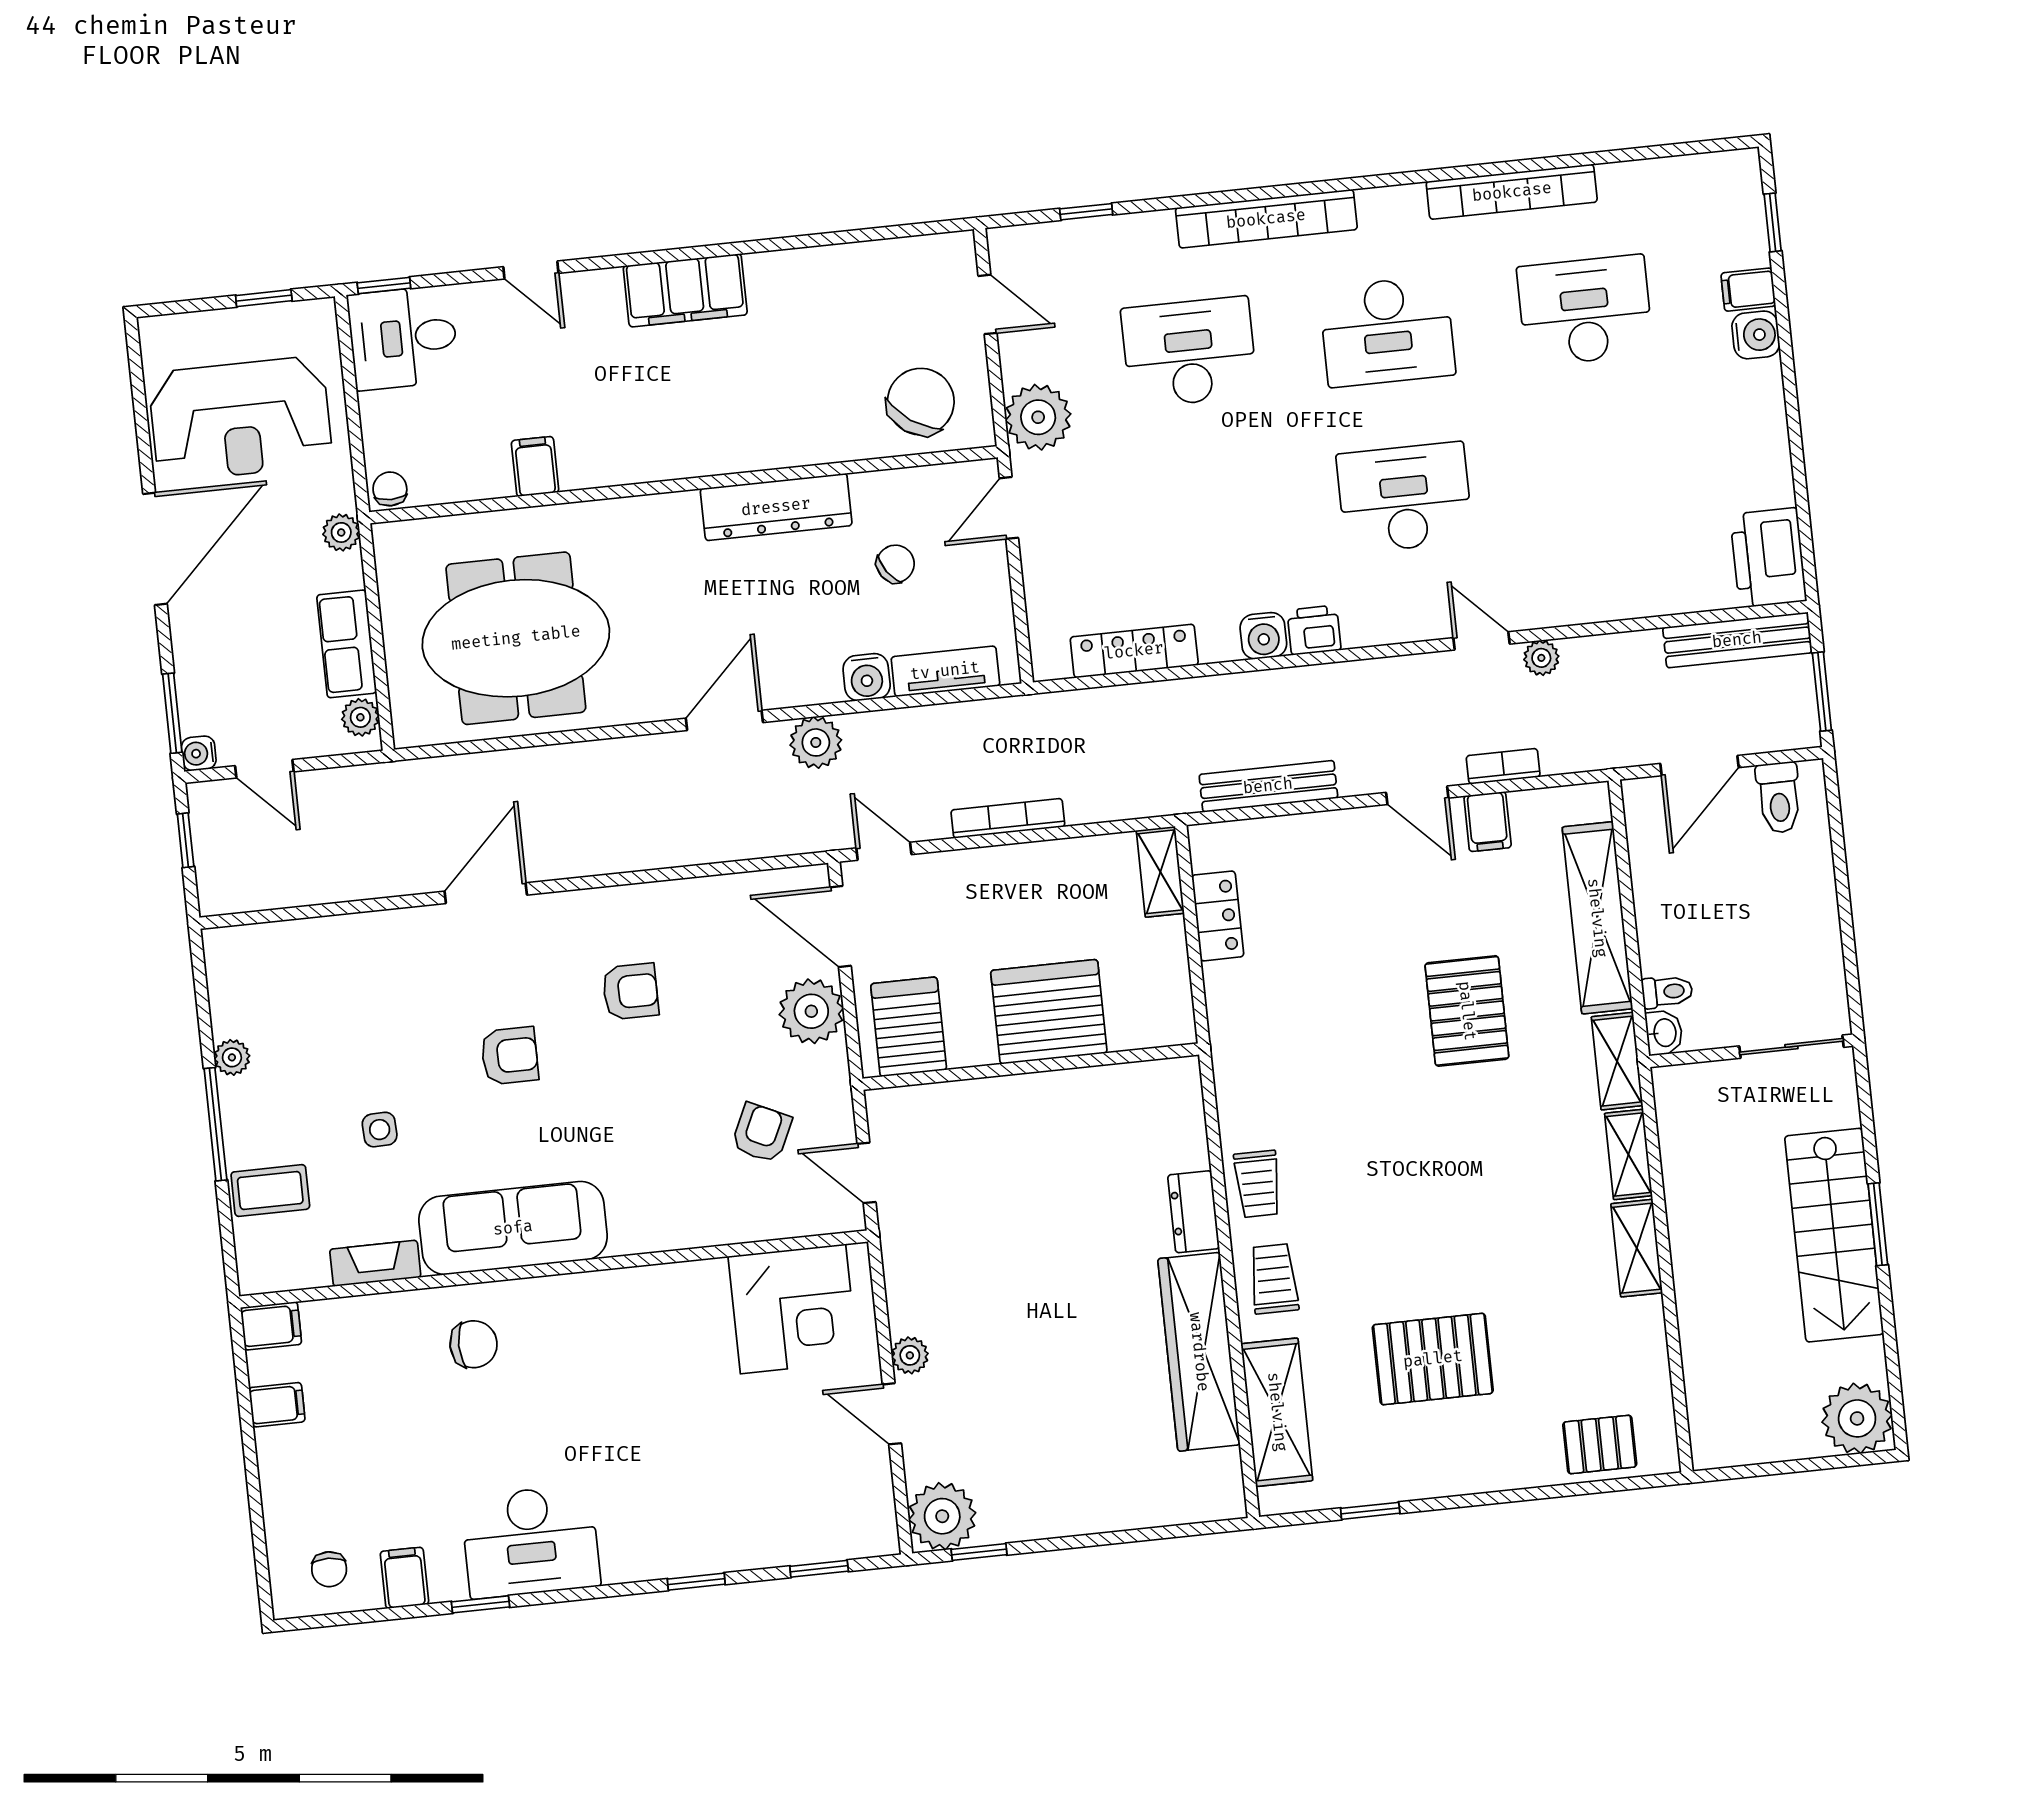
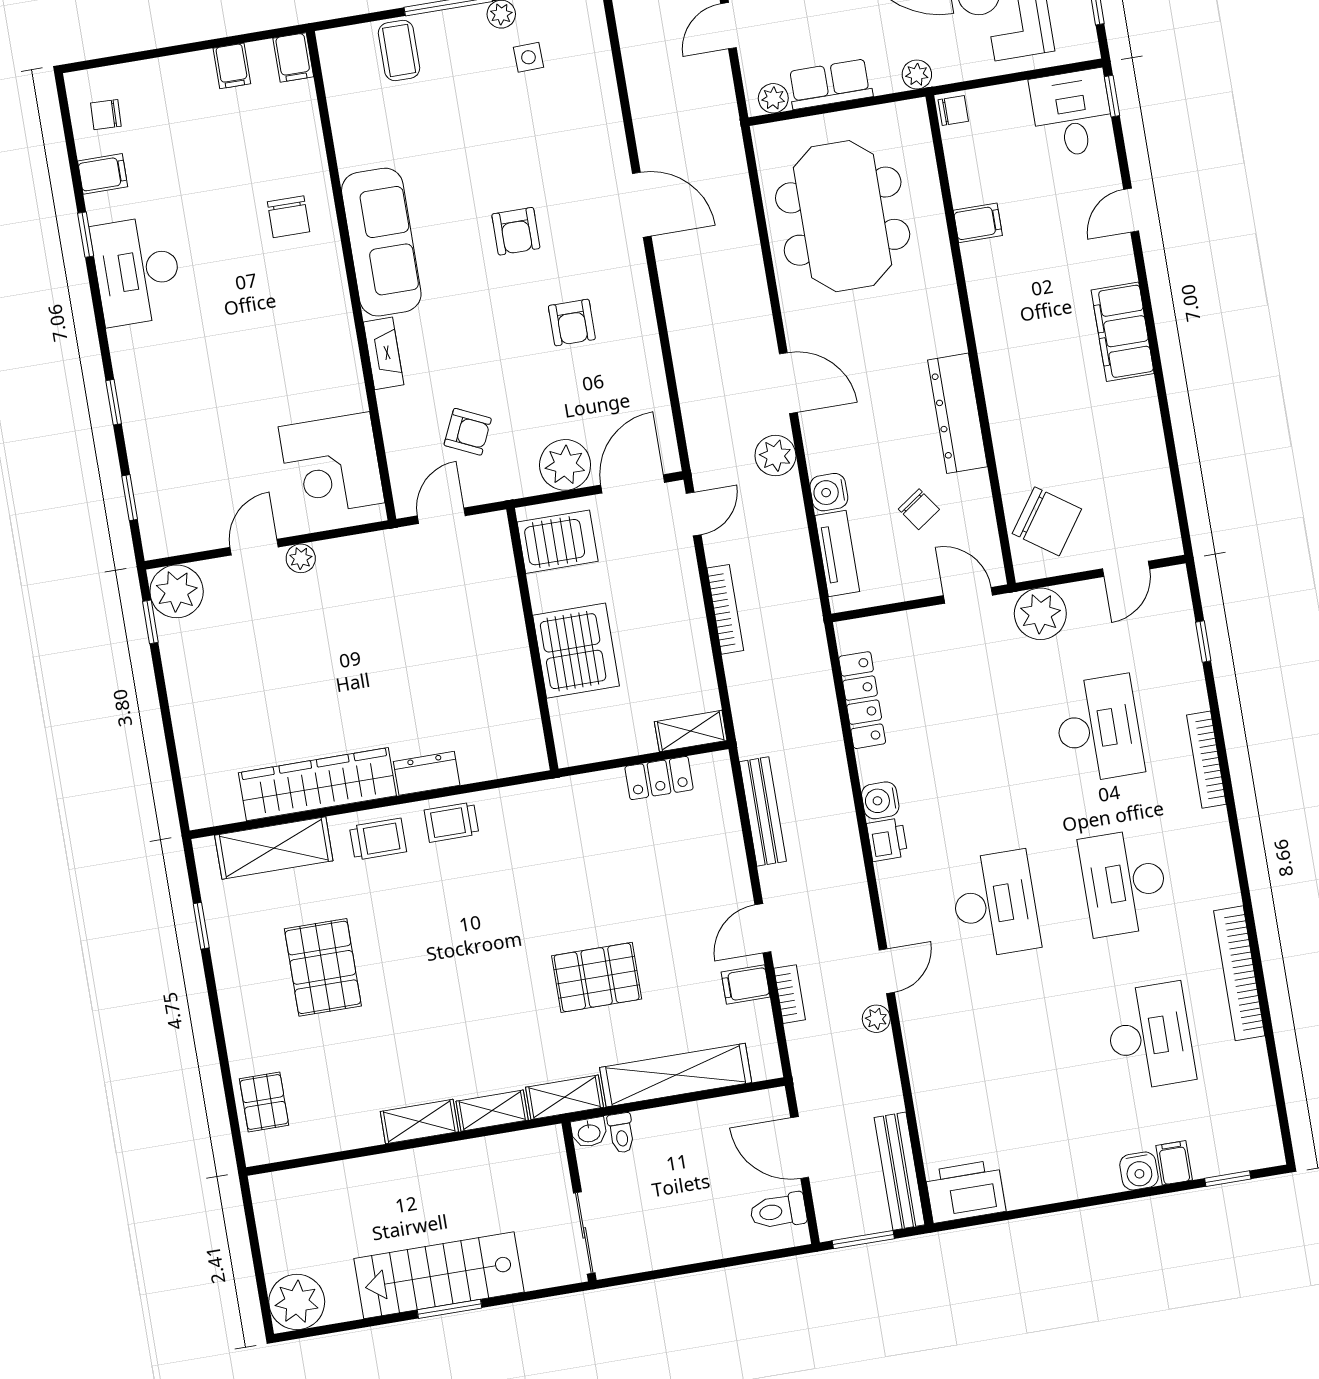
bookcase: (1266, 219) -> (1206, 760), width x0.68, depth x0.76
side table: (380, 1130) -> (528, 57), moved
fireplace: (375, 1263) -> (384, 353), moved

